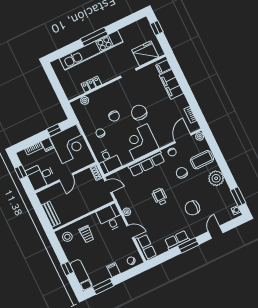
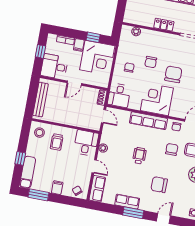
locker: (91, 84) -> (164, 25), moved
bench: (51, 214) -> (41, 100), width x1.36

